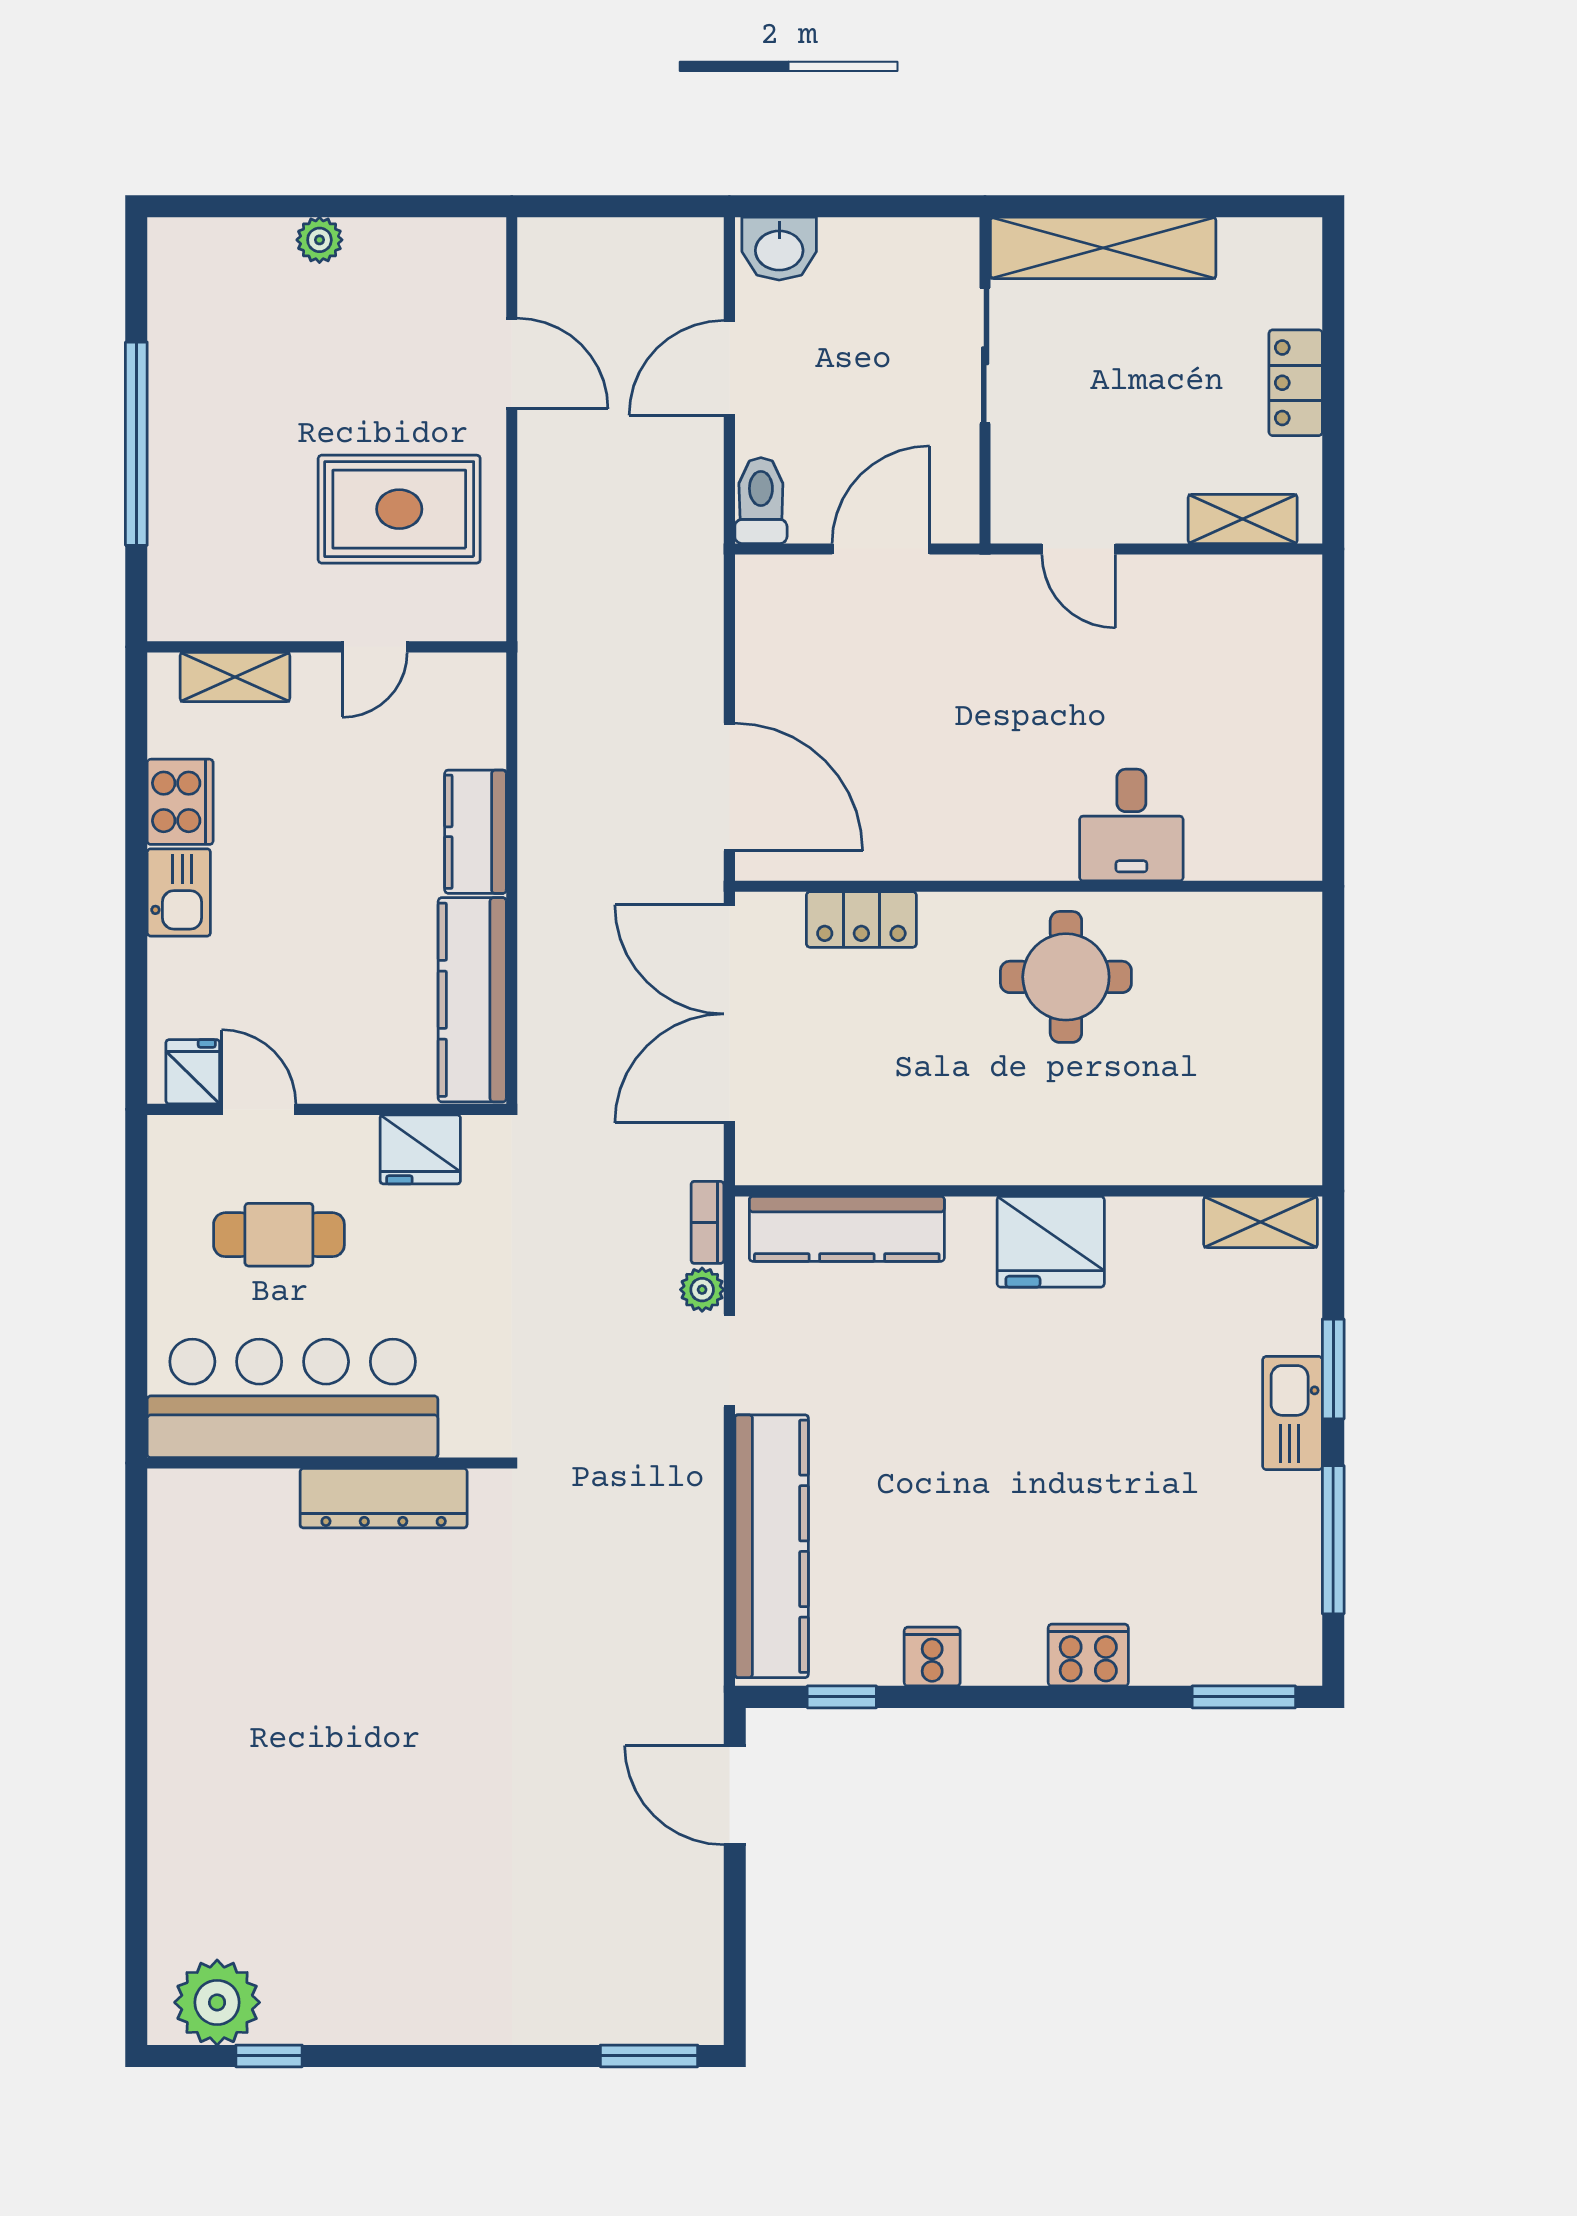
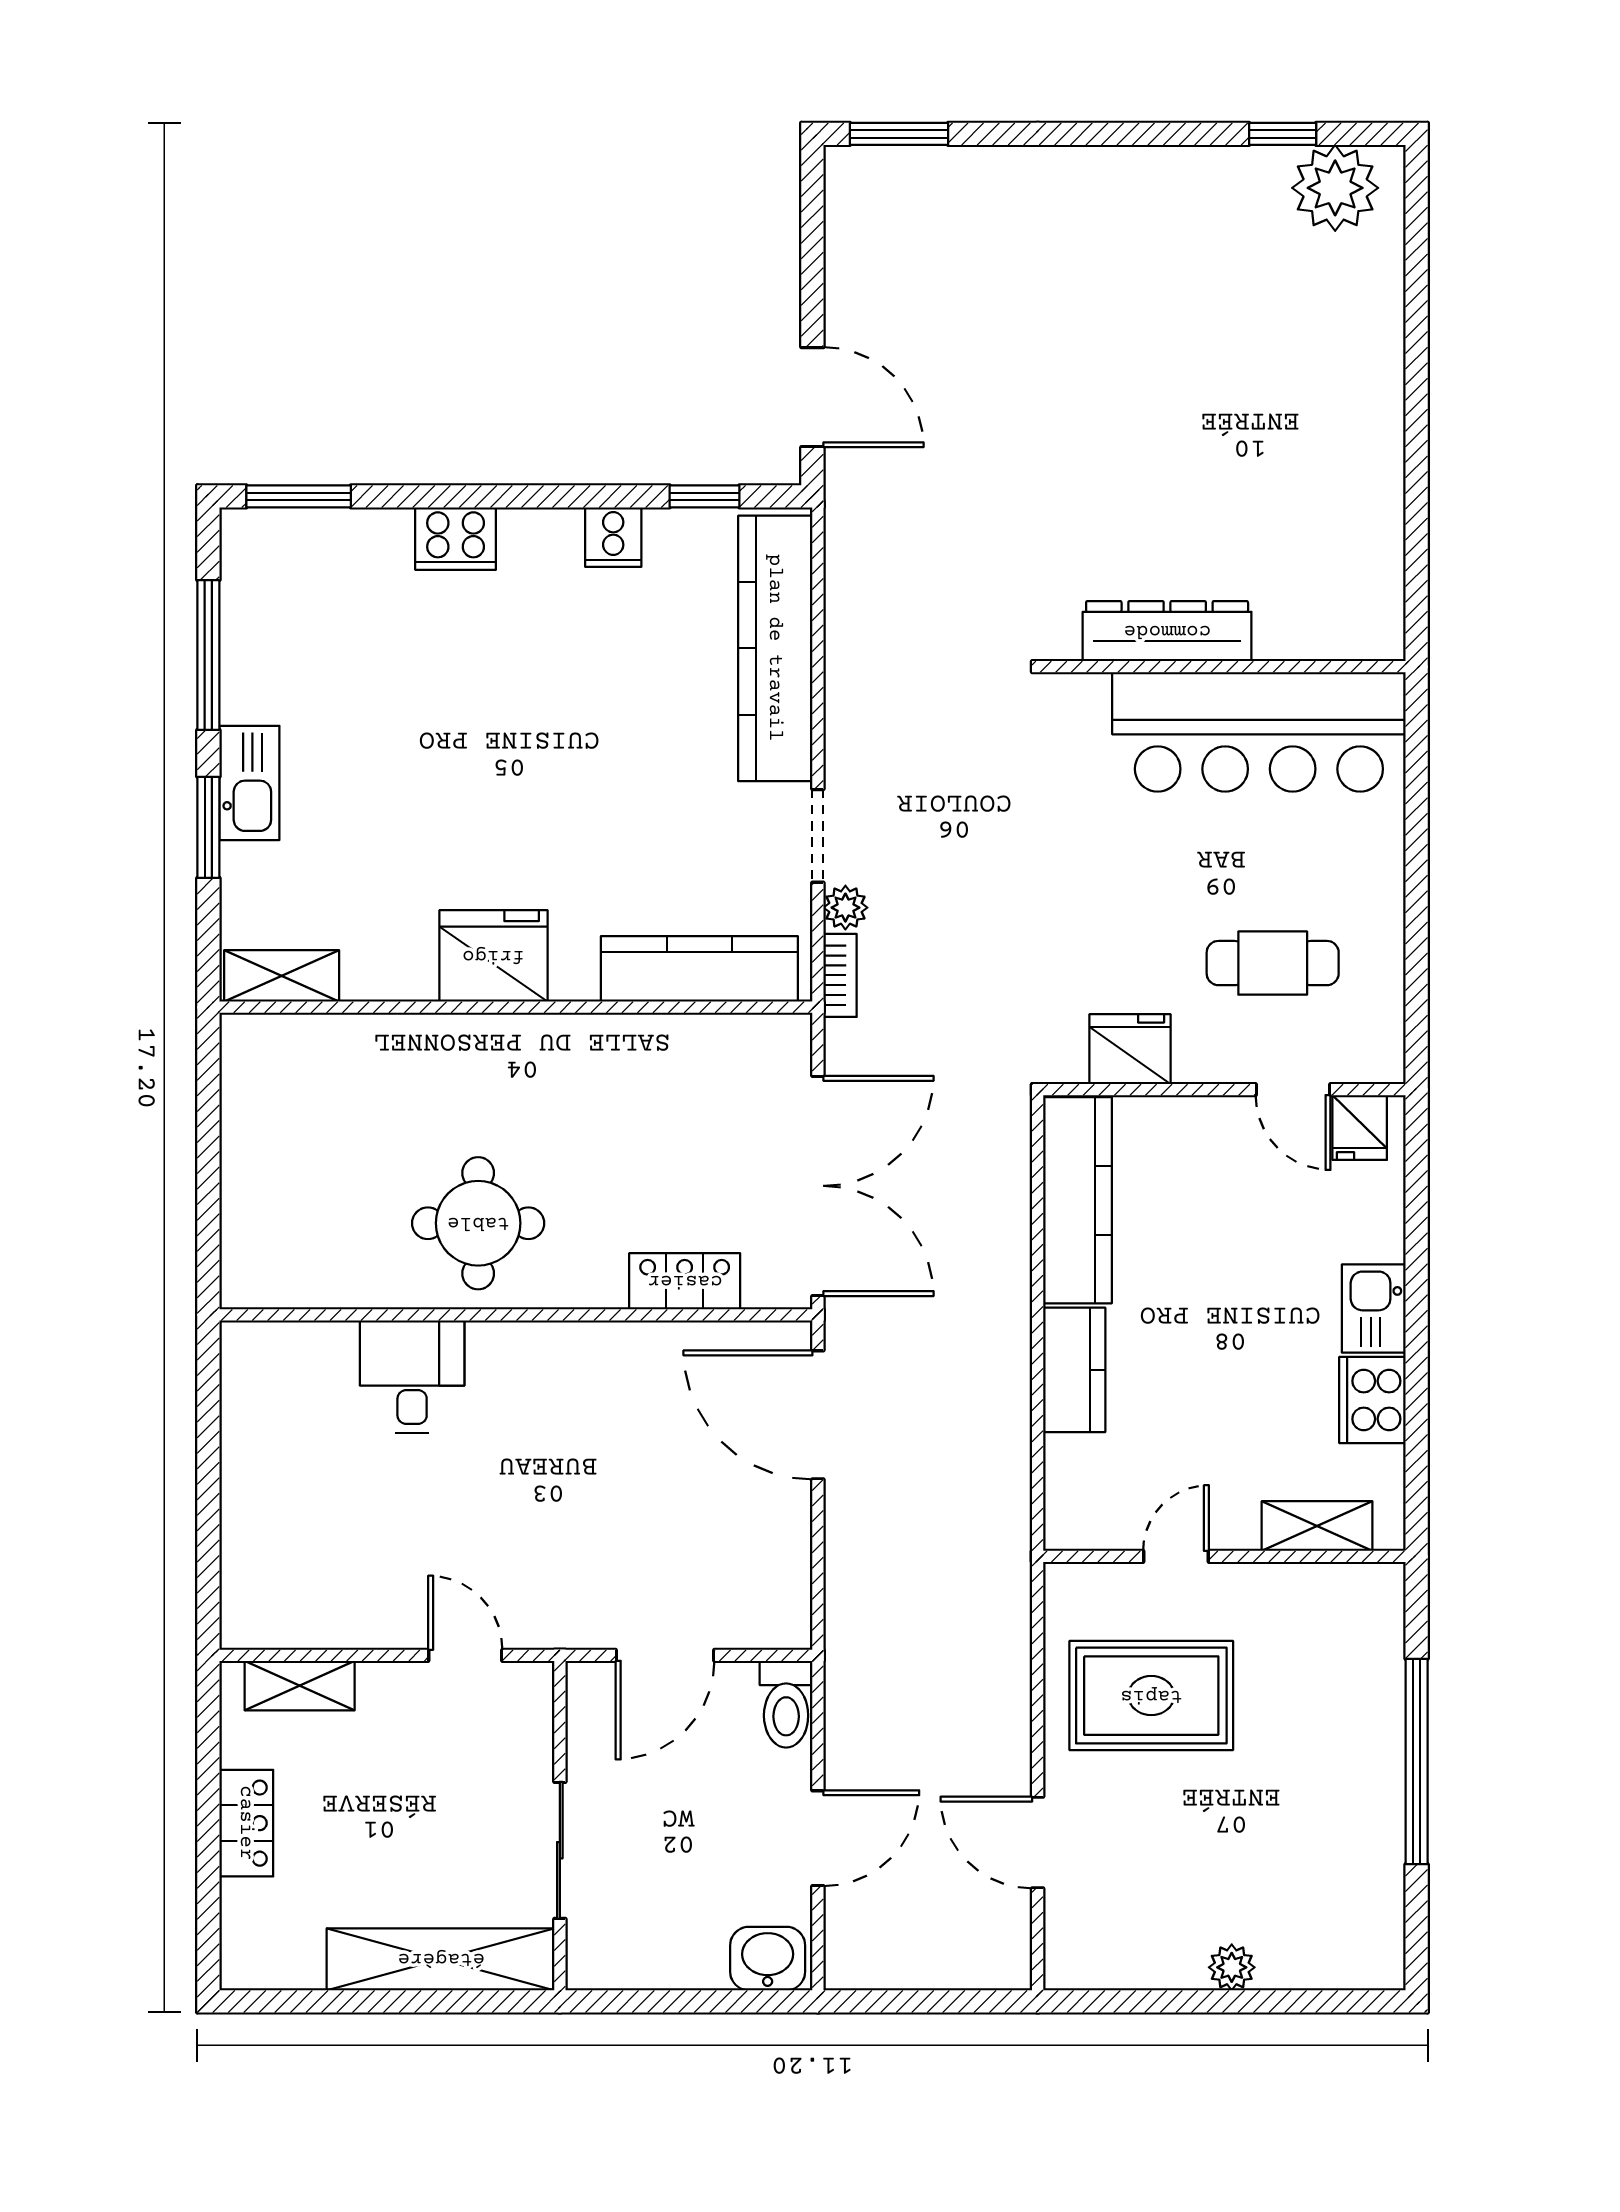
bar counter: (293, 1398) -> (1259, 732), moved
wall: (327, 1463) -> (1224, 667), moved
dresser: (384, 1498) -> (1167, 631), moved

